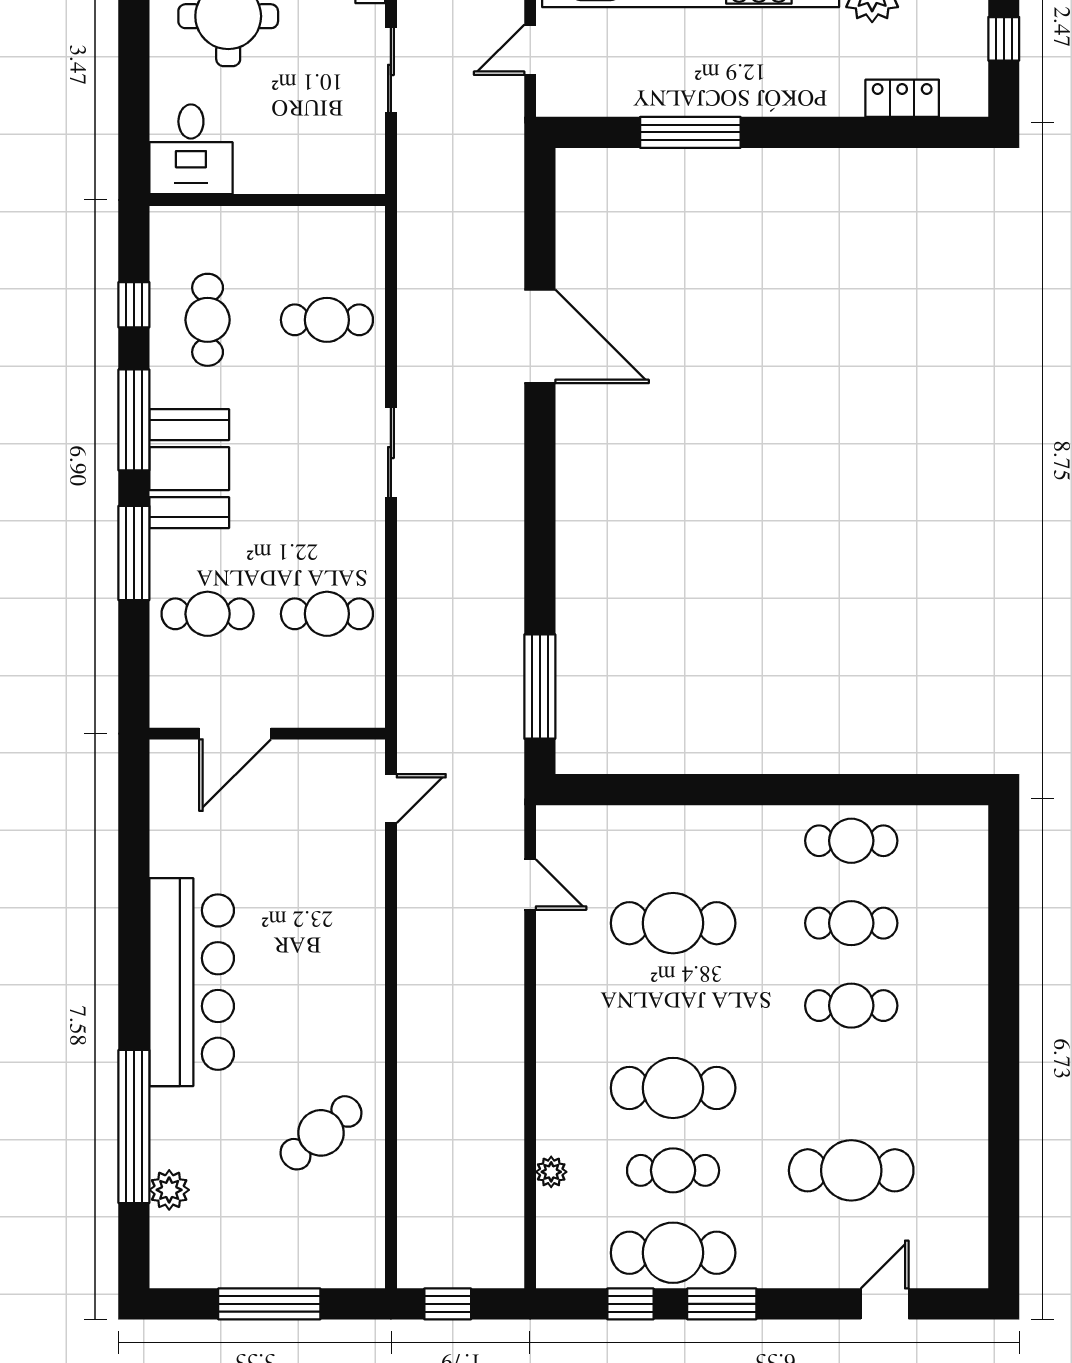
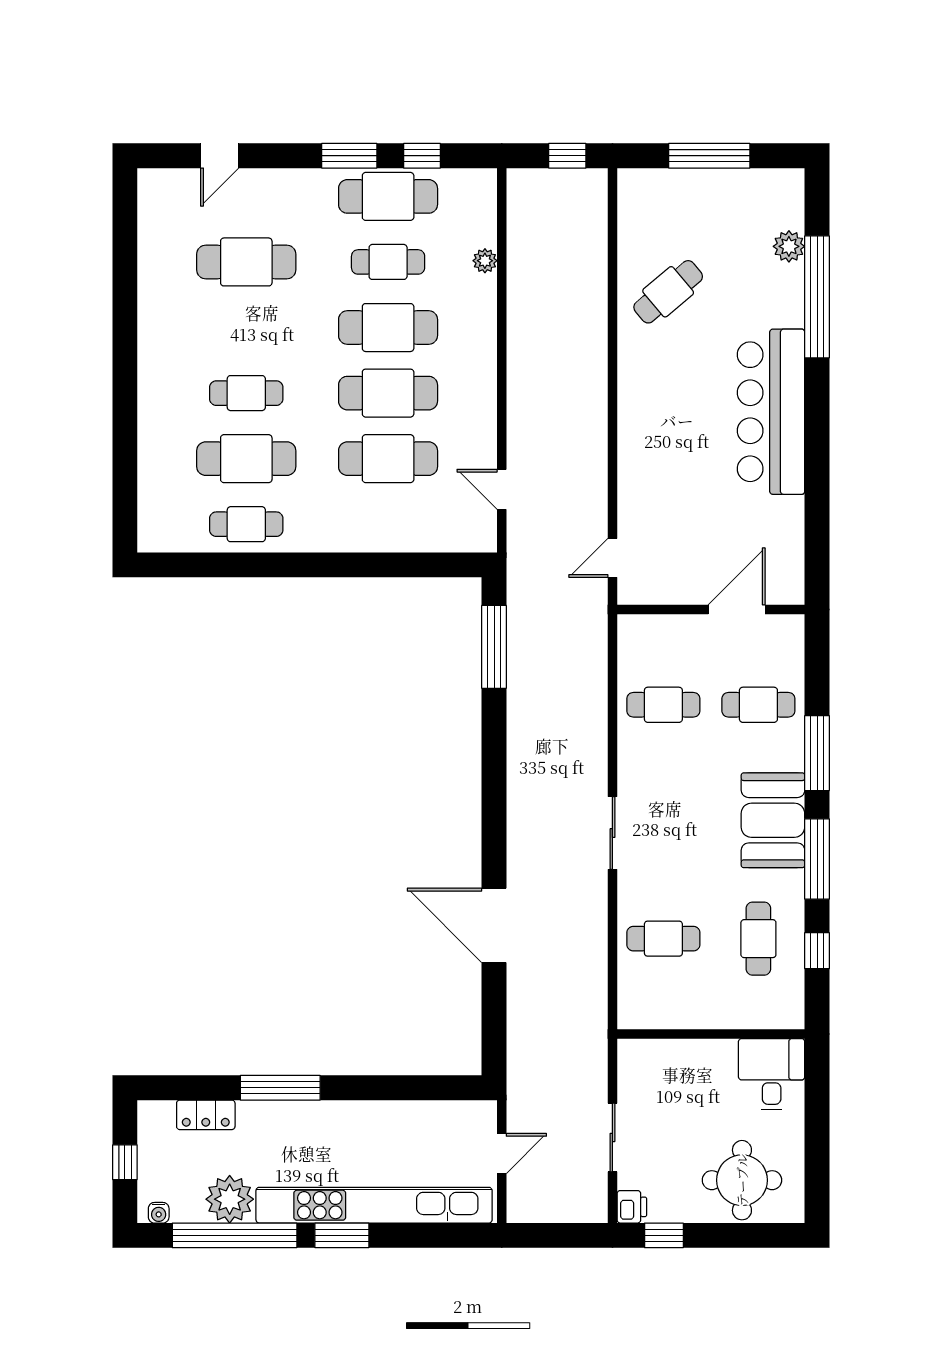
window: (690, 132) -> (280, 1088), moved
cafe table: (851, 923) -> (246, 459), width x1.37, depth x1.35
cafe table: (673, 1006) -> (388, 393), added

